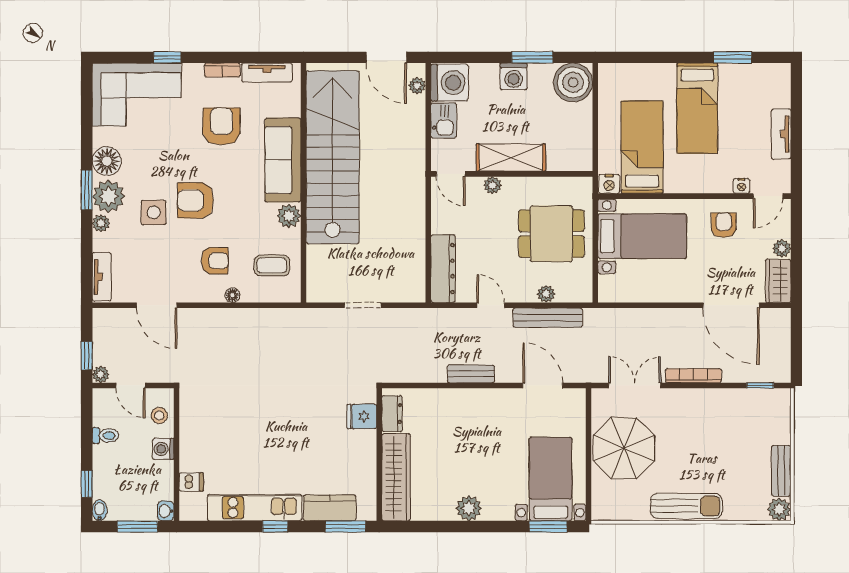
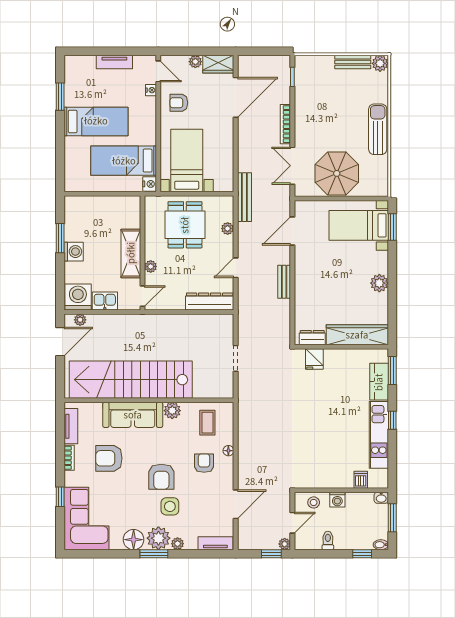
boiler: (573, 82) -> (78, 209), removed
bench: (548, 318) -> (244, 197), moved

